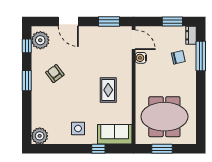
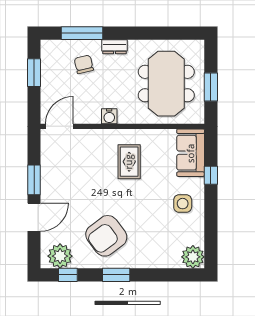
window: (109, 21) -> (34, 180), moved
dresser: (191, 35) -> (114, 47), moved
water cooler: (141, 58) -> (109, 116), moved
armchair: (55, 74) -> (106, 236), width x1.88, depth x1.88
rug: (108, 90) -> (129, 162), turned 90

